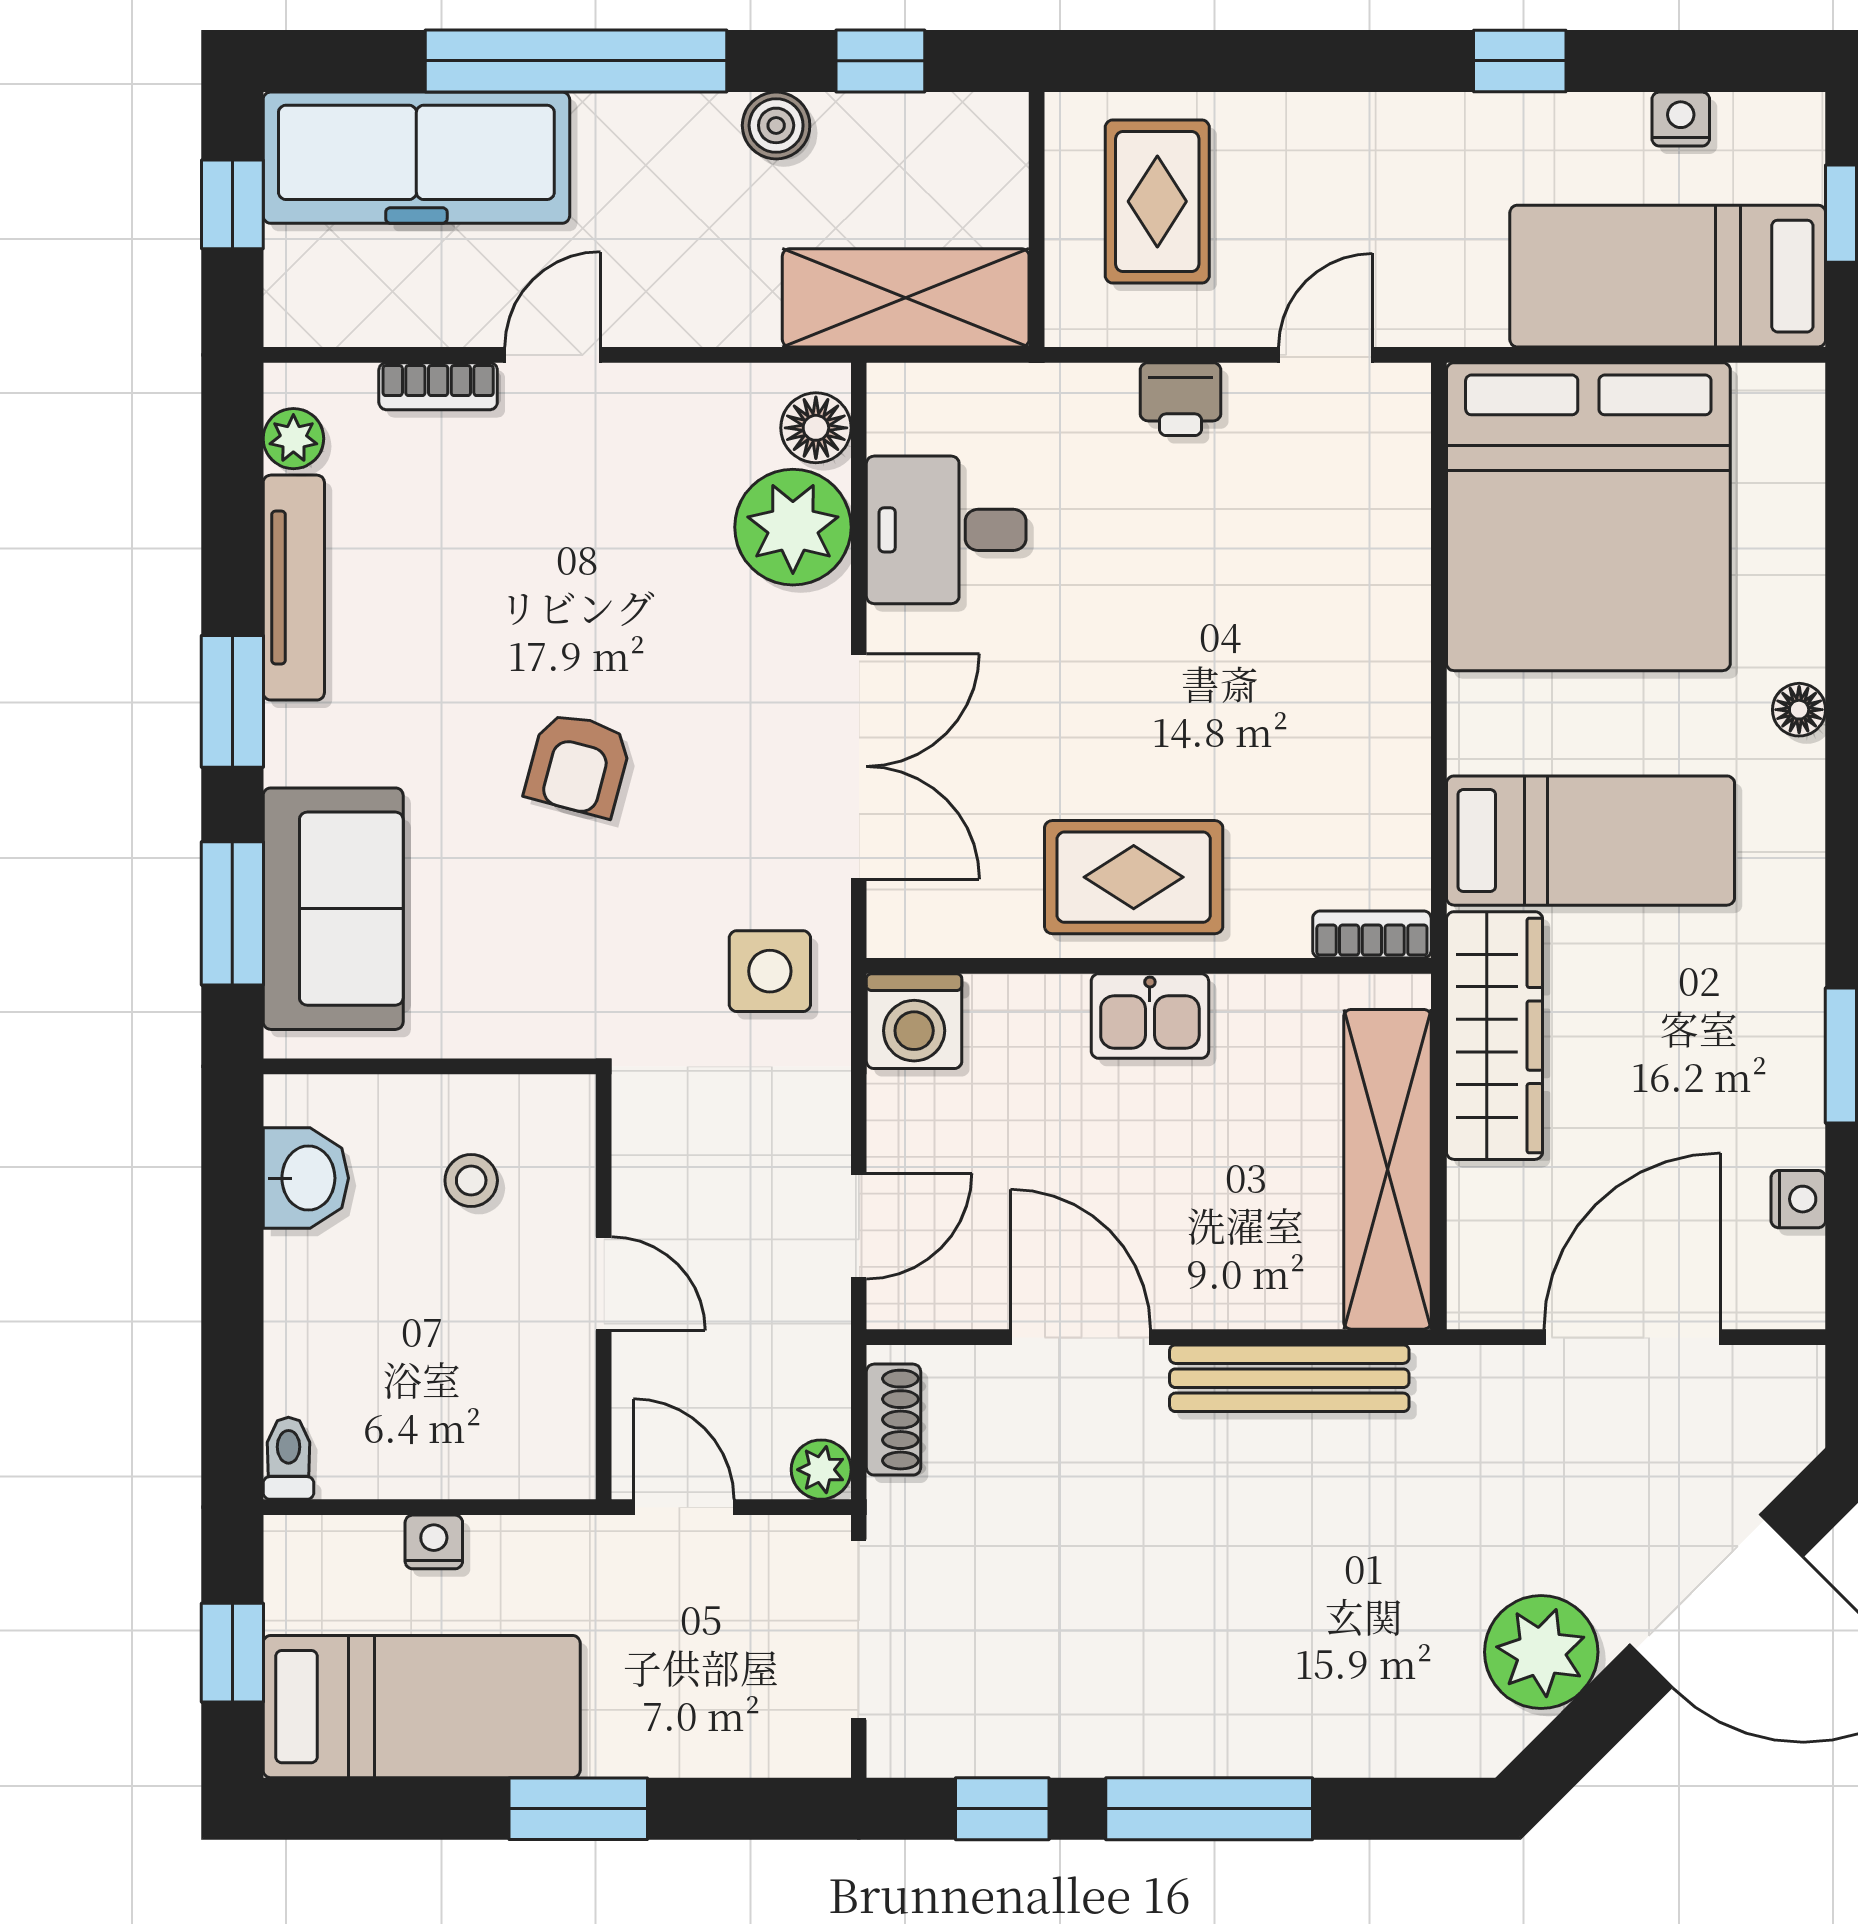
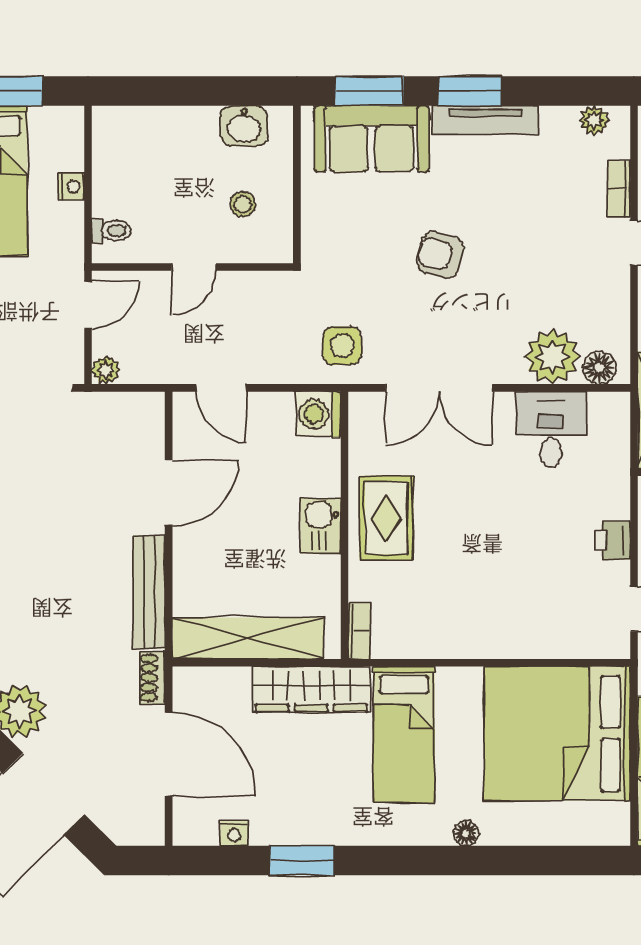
tv unit: (294, 588) -> (485, 120), moved
shoe rack: (894, 1420) -> (152, 678), moved, turned 90
toilet: (288, 1458) -> (111, 231), moved

